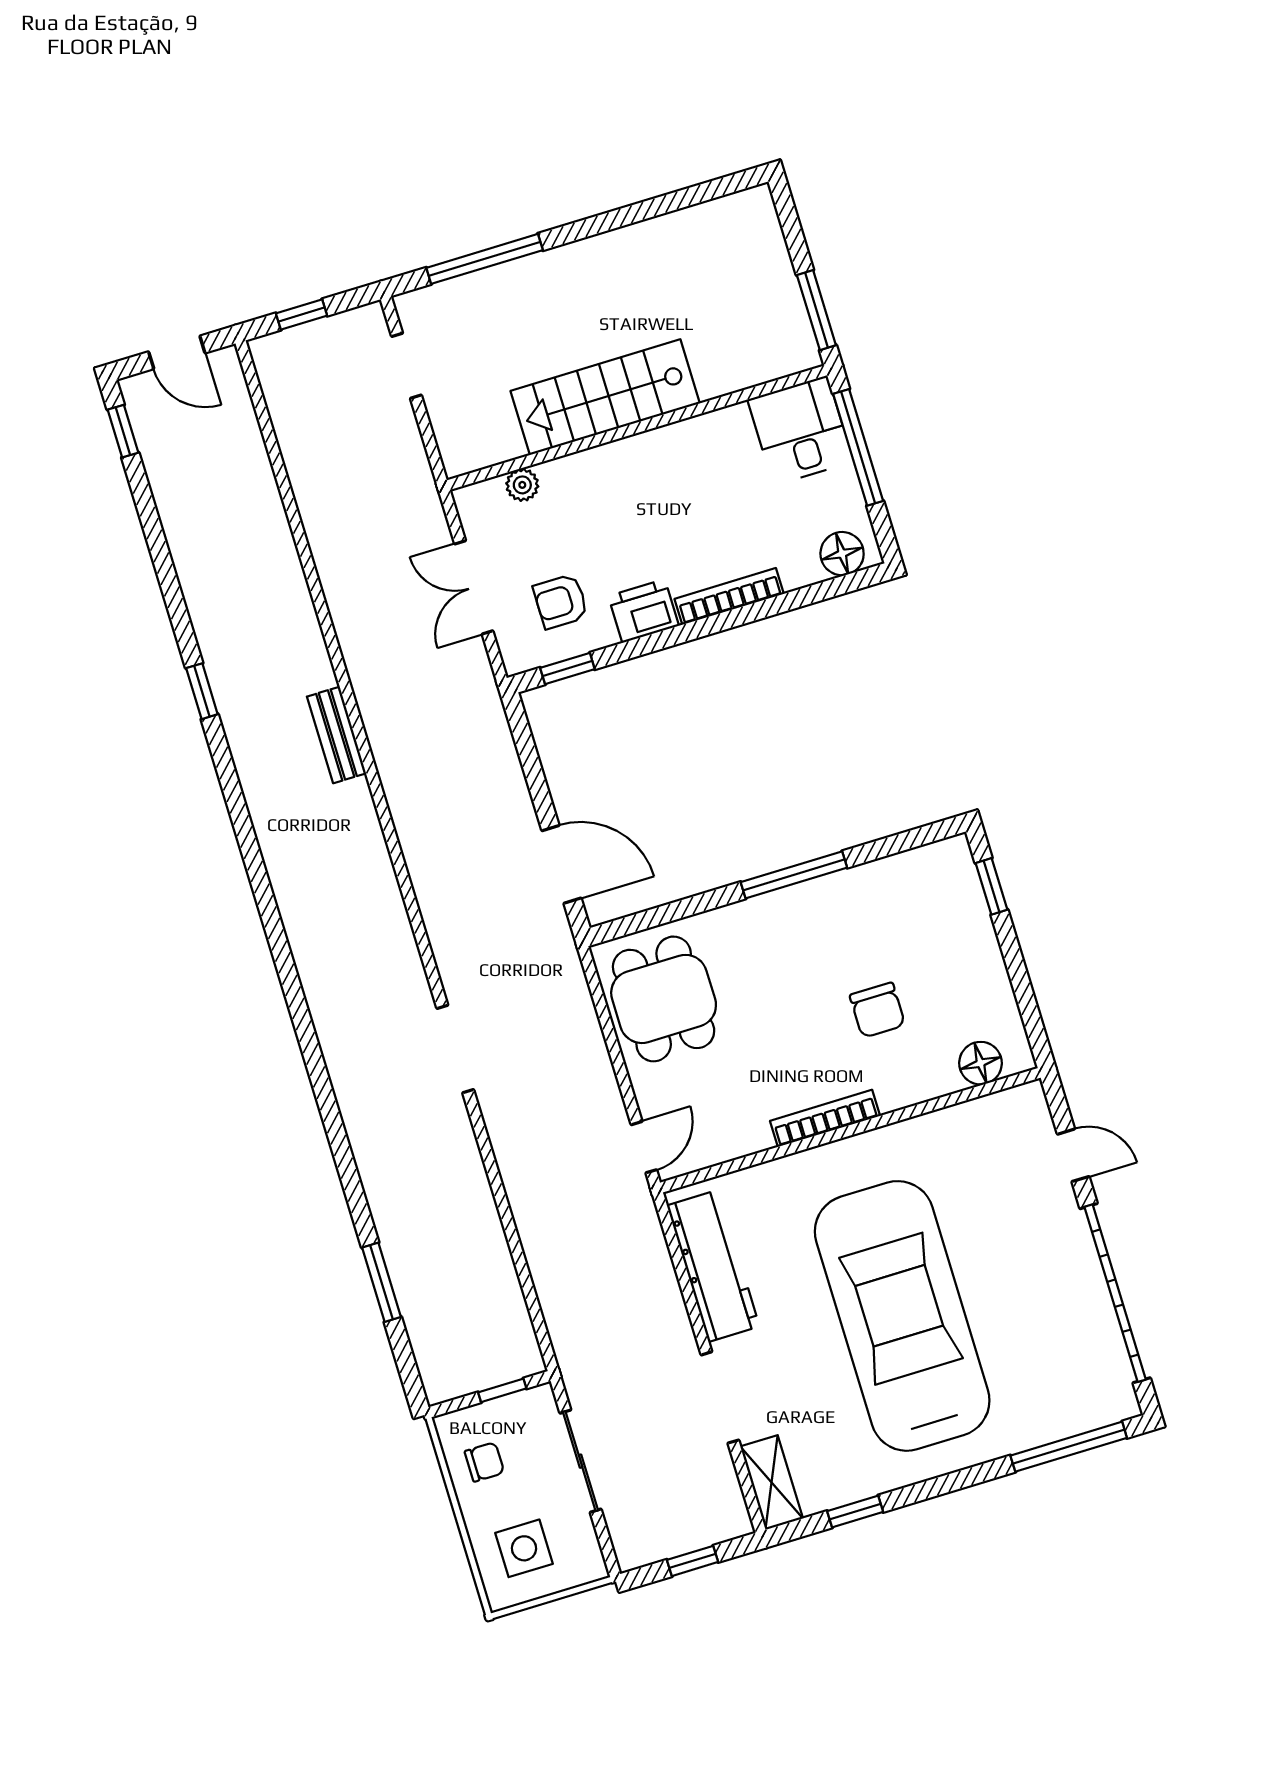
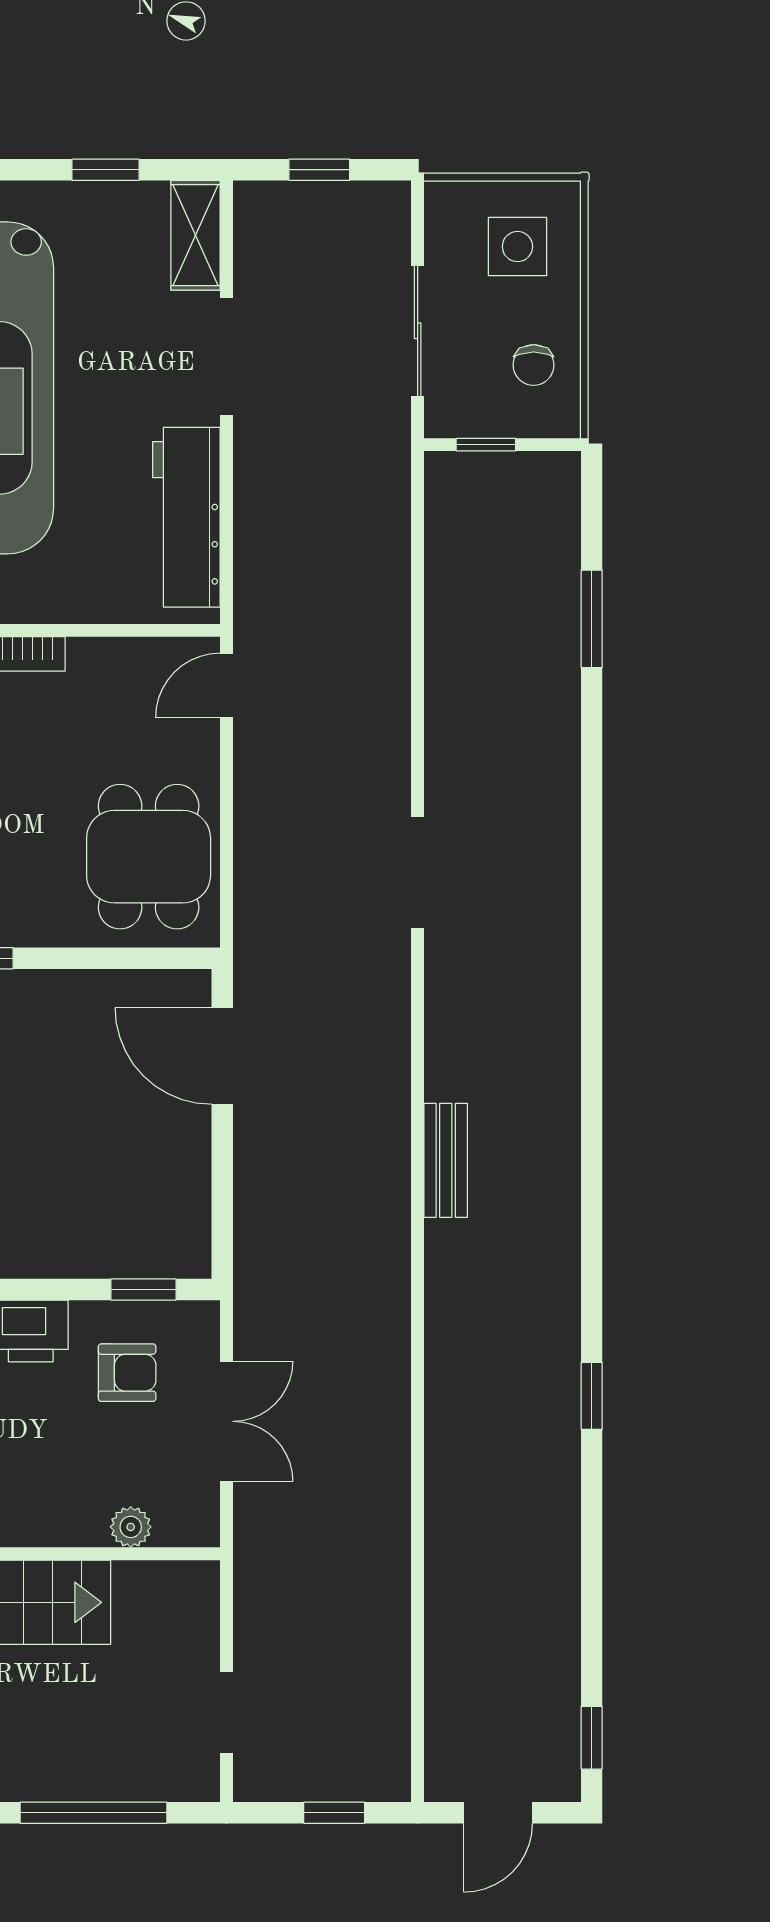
door: (177, 352) -> (498, 1813), swing flipped
bench: (337, 735) -> (446, 1160), moved
chair: (484, 1462) -> (534, 365), turned -90

